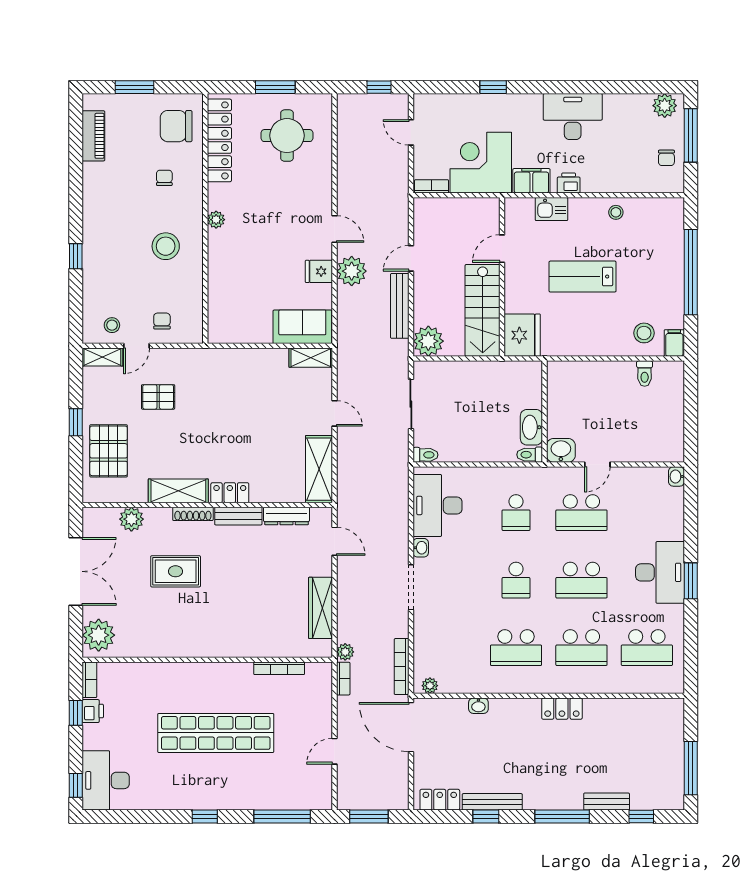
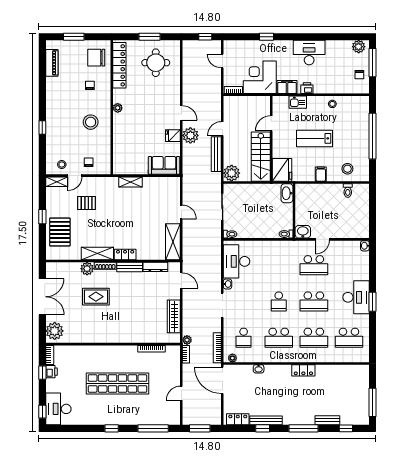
filing cabinet: (674, 343) -> (321, 174), moved
shelving: (311, 358) -> (131, 182), moved
washbasin: (531, 427) -> (287, 193), moved
school desk: (516, 513) -> (244, 338), moved
plant: (131, 519) -> (87, 269), moved

